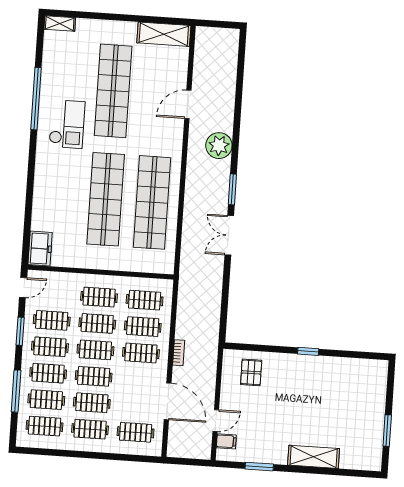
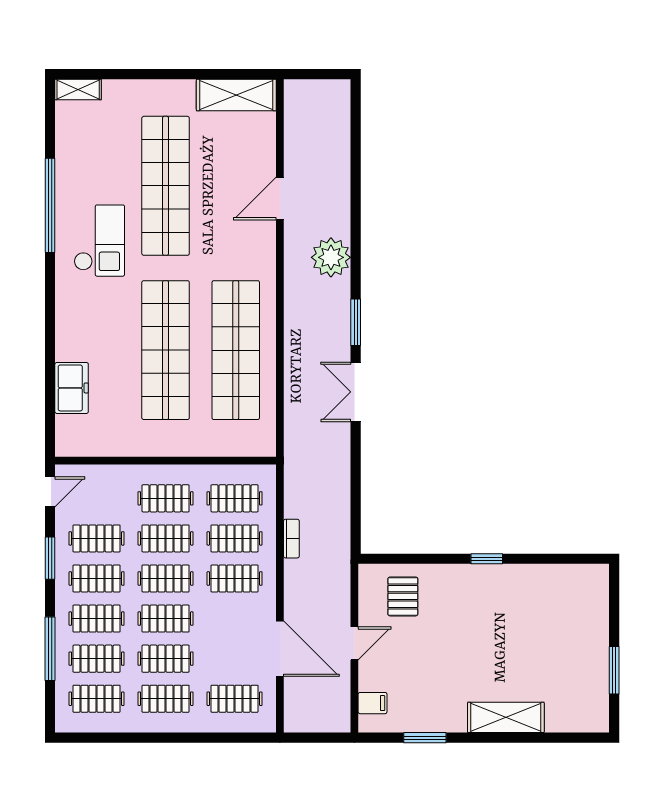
freezer: (40, 249) -> (72, 388), moved
bookcase: (179, 353) -> (291, 539), moved
door: (216, 421) -> (354, 643), moved

